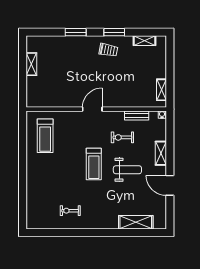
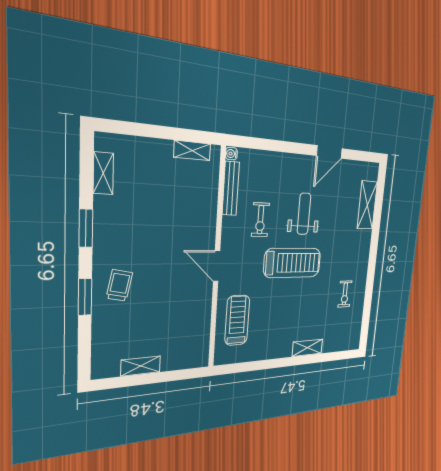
trolley: (108, 50) -> (119, 285), moved
bench: (137, 116) -> (231, 188), width x1.36
treadmill: (45, 136) -> (237, 320), moved, turned -90
shelving: (161, 153) -> (307, 348), moved
treadmill: (94, 164) -> (293, 263), width x1.37, depth x1.38

